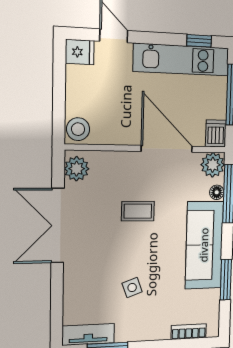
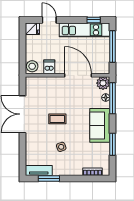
dishwasher: (216, 133) -> (49, 67), moved
plant: (77, 169) -> (32, 86), removed
coffee table: (138, 211) -> (57, 119), moved
sofa: (204, 245) -> (100, 125), width x0.73

